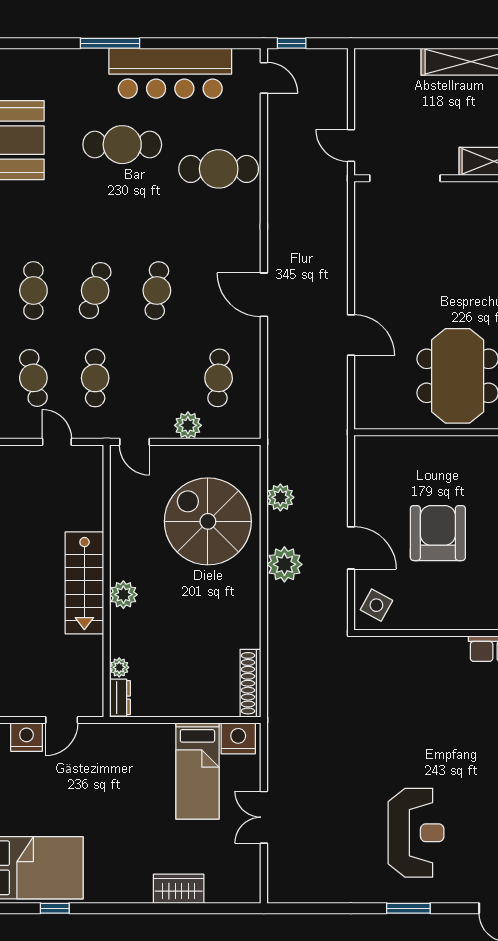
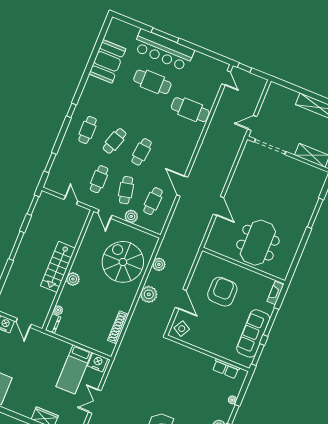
bar counter: (170, 73) -> (164, 50), moved
door: (351, 145) -> (252, 123), hinge flipped
door: (264, 295) -> (182, 186), moved
cafe table: (33, 378) -> (126, 190), moved
armchair: (438, 533) -> (222, 292), moved
shoe rack: (250, 683) -> (118, 327), moved
door: (62, 720) -> (24, 323), hinge flipped

